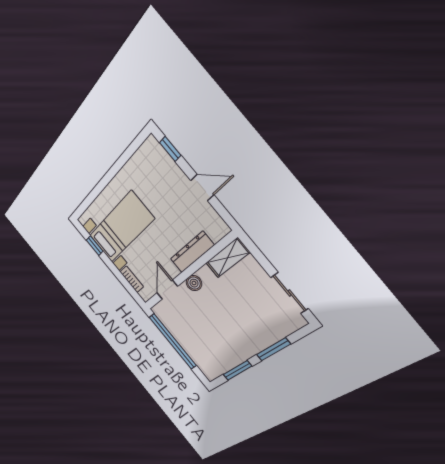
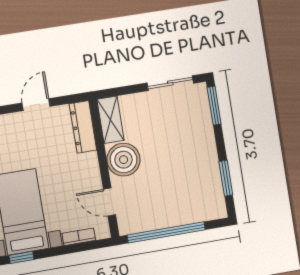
dresser: (192, 252) -> (83, 127), moved
boiler: (194, 283) -> (124, 160), width x1.86, depth x1.86
window: (273, 349) -> (214, 106), moved

